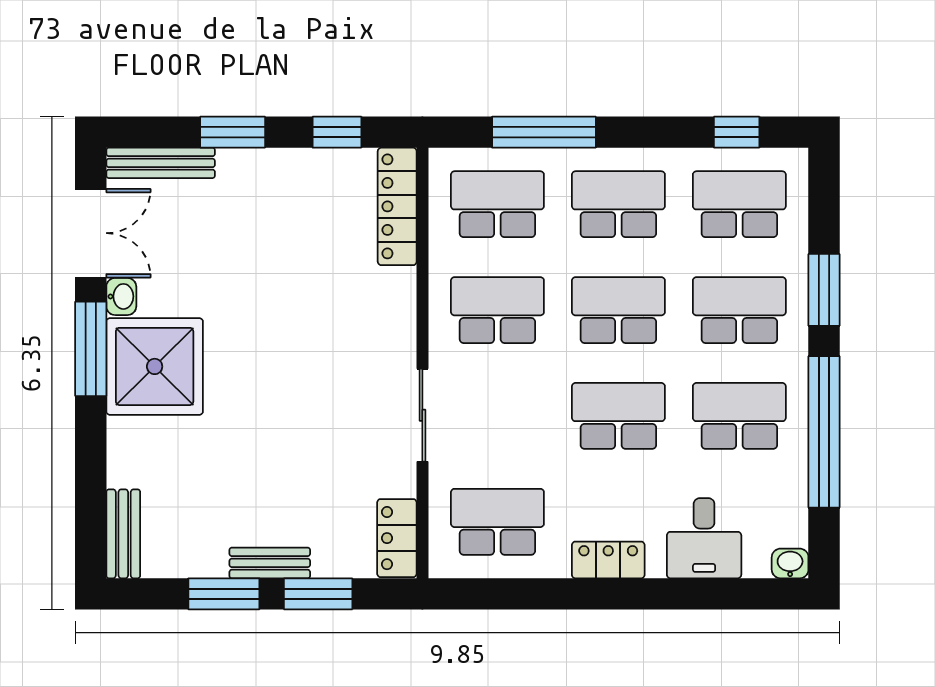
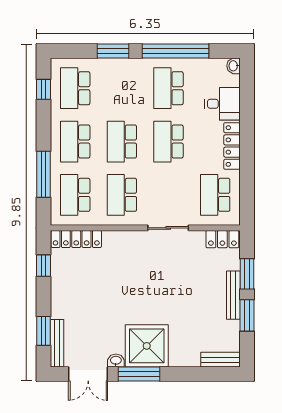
window: (233, 132) -> (43, 331), moved
double door: (91, 233) -> (88, 374), swing flipped
school desk: (739, 310) -> (122, 88), removed
locker: (608, 560) -> (232, 146), width x1.53
bench: (270, 563) -> (233, 295), width x1.36

